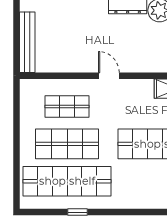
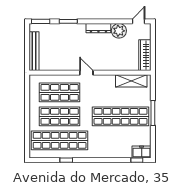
shop shelf: (67, 106) -> (60, 92), width x1.43, depth x1.36

